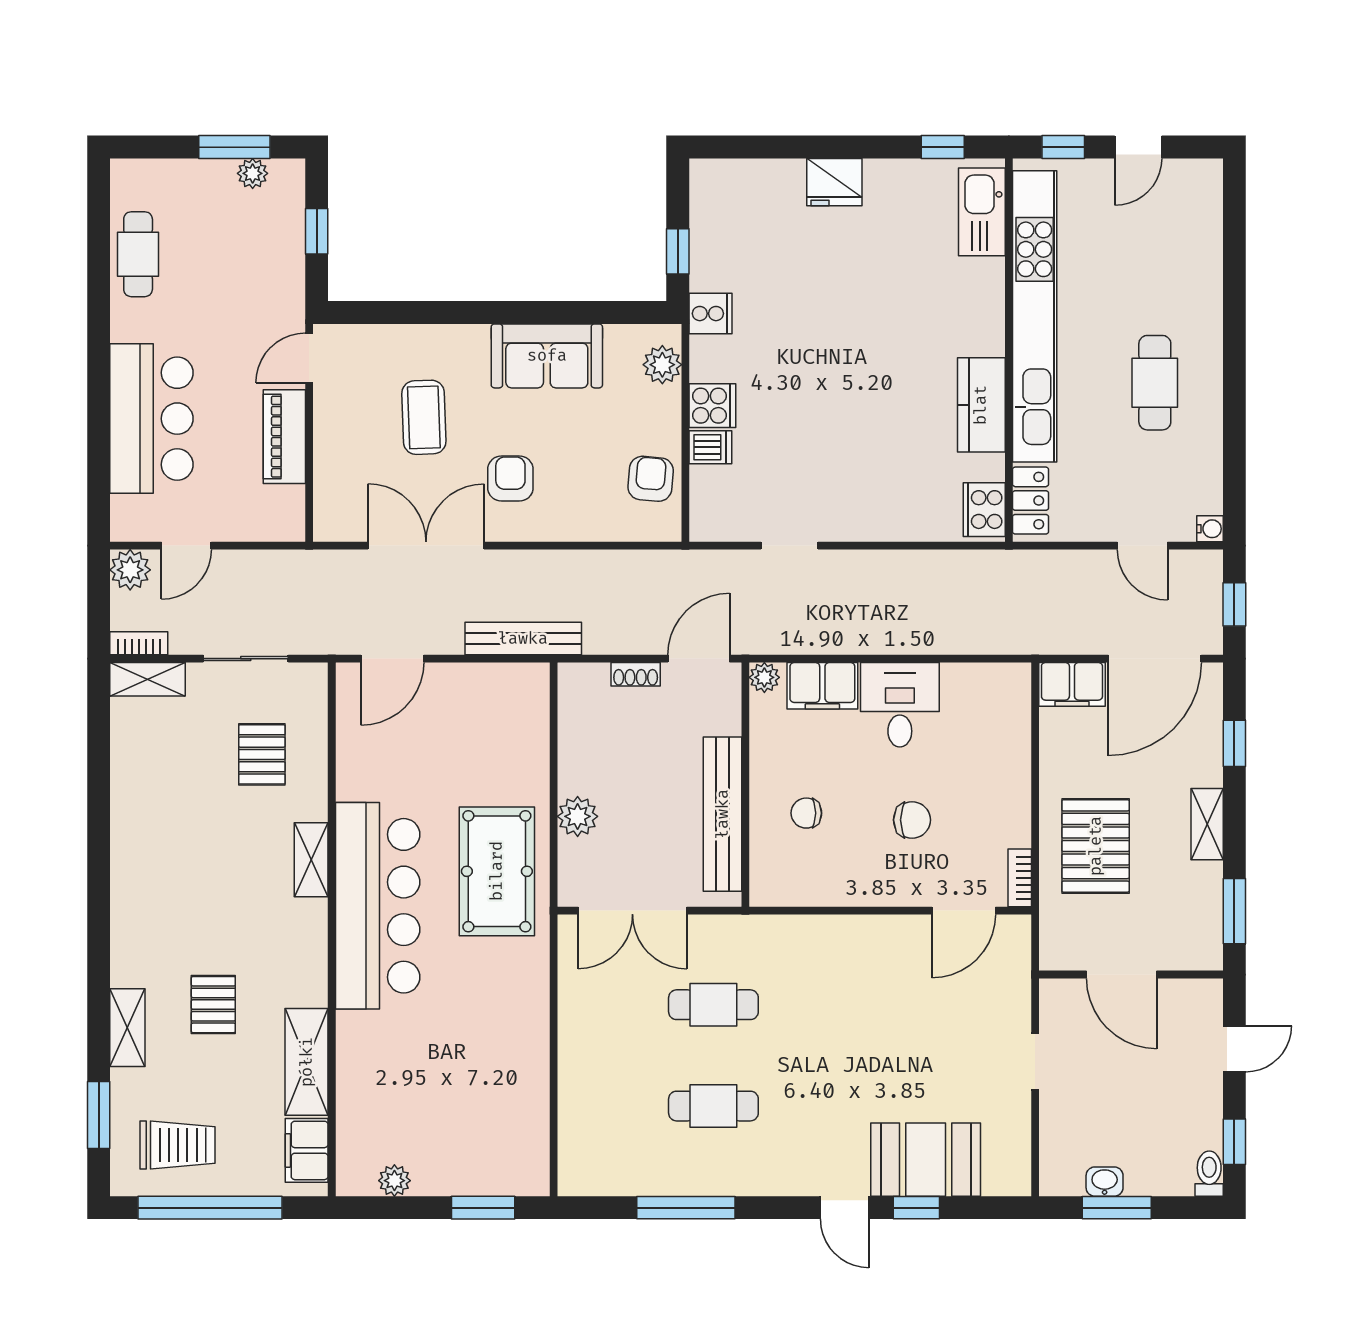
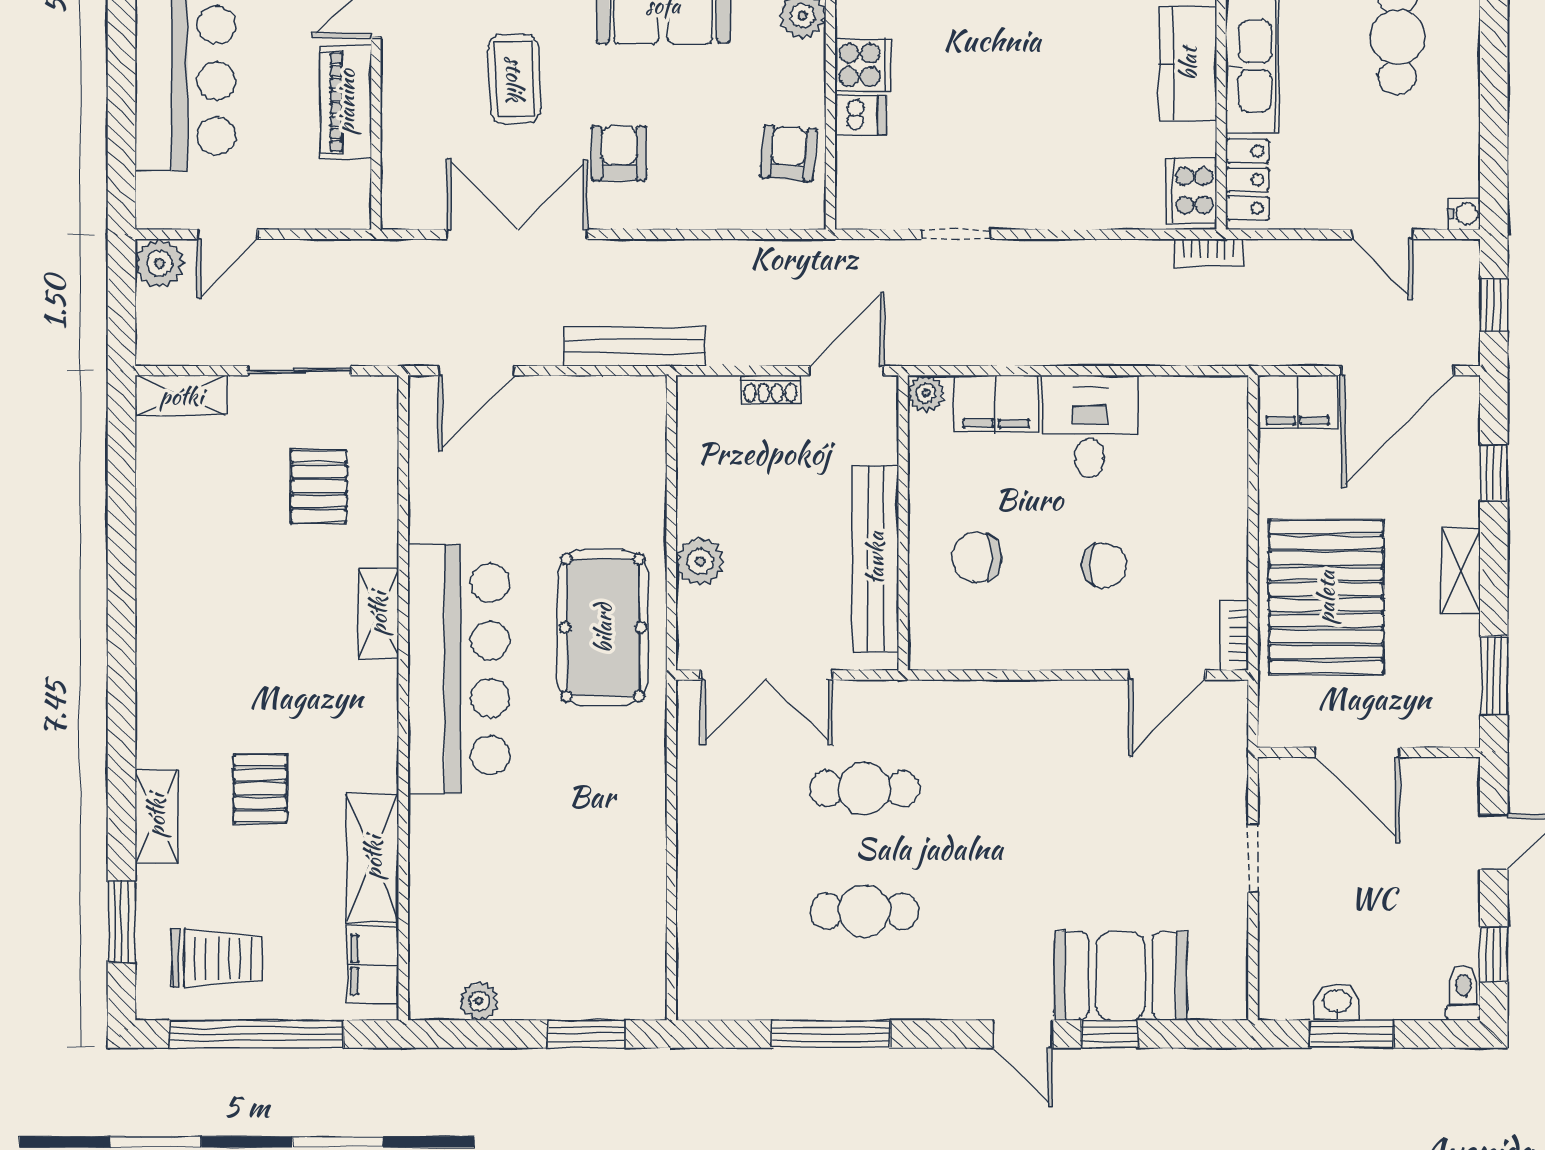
bookcase: (139, 643) -> (1208, 253), moved, turned 180
chair: (806, 813) -> (977, 557), width x1.37, depth x1.37
pallet: (1096, 846) -> (1326, 597), width x1.37, depth x1.41

